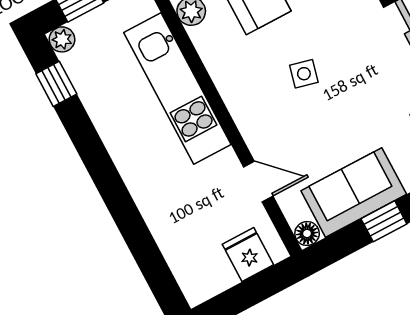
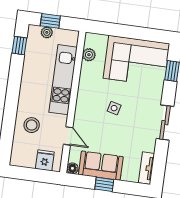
plant: (62, 39) -> (47, 32), moved
stool: (180, 209) -> (32, 125), added

